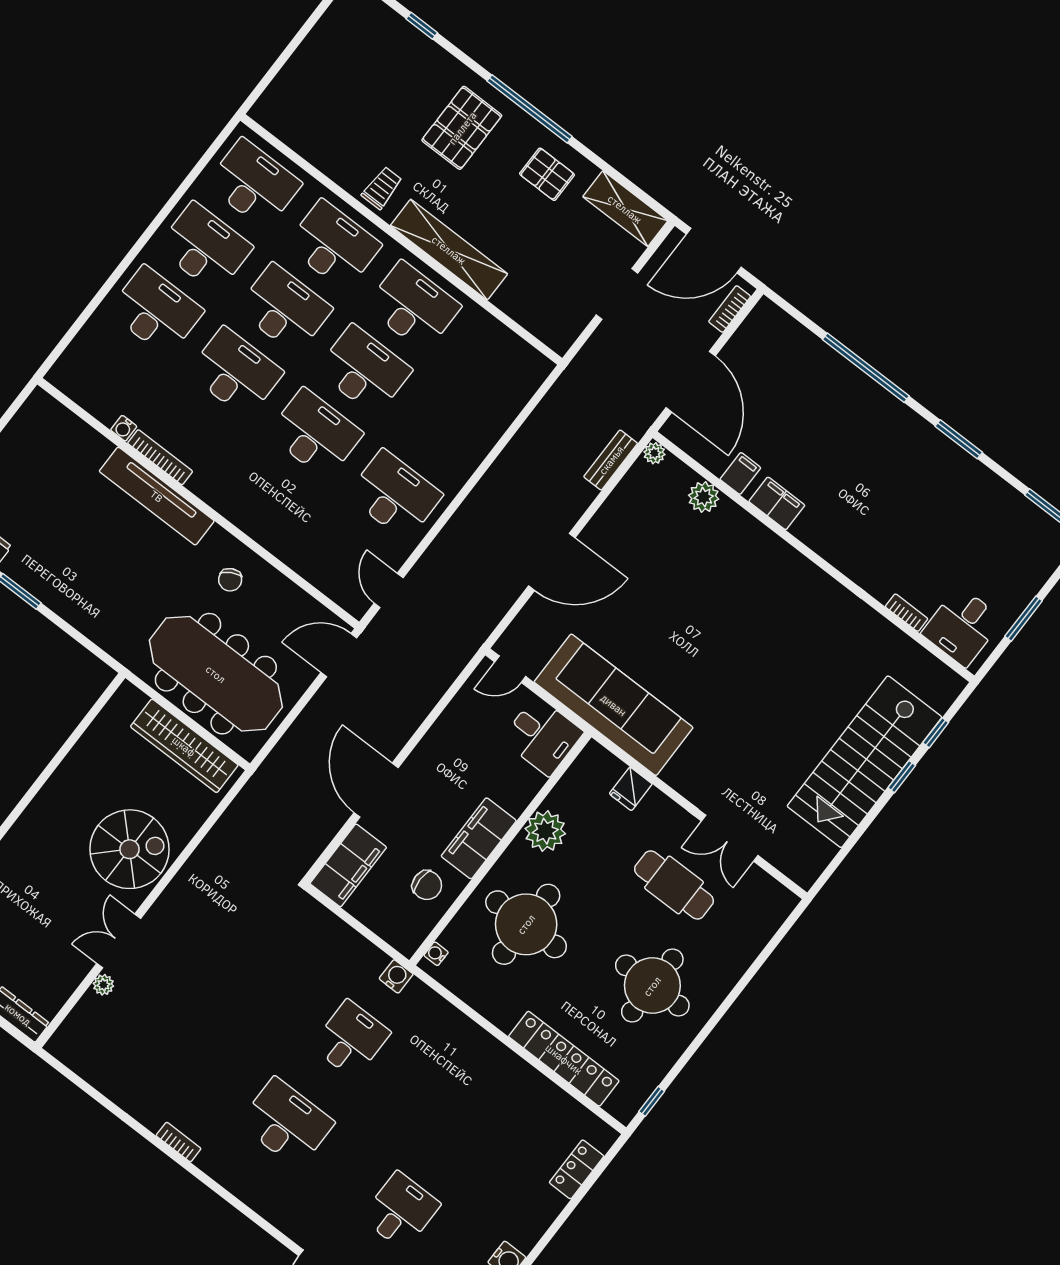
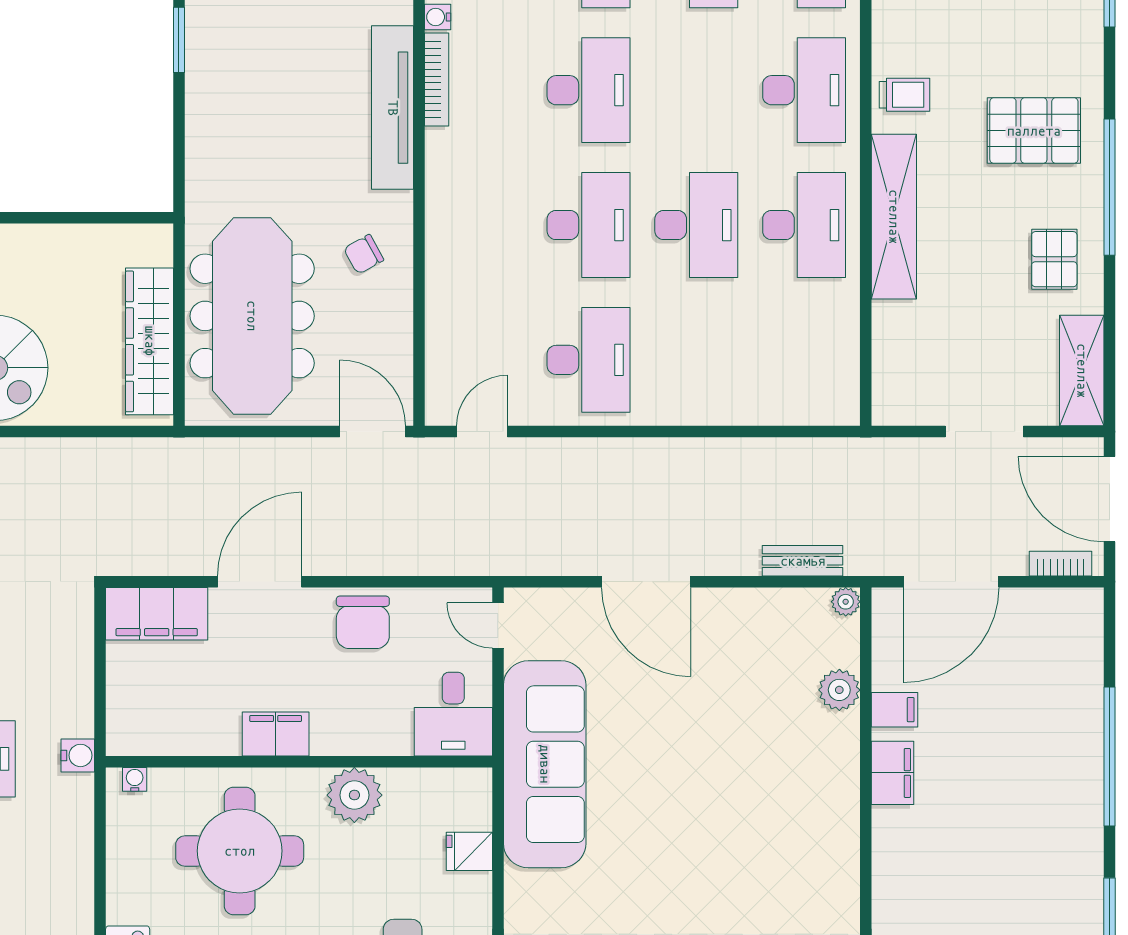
desk: (284, 309) -> (696, 90), removed
filing cabinet: (479, 838) -> (276, 734), width x0.67, depth x0.86
chair: (427, 885) -> (363, 622), moved, width x1.37, depth x1.37

